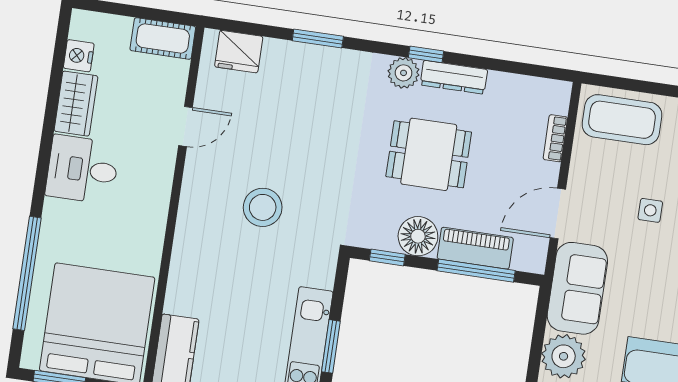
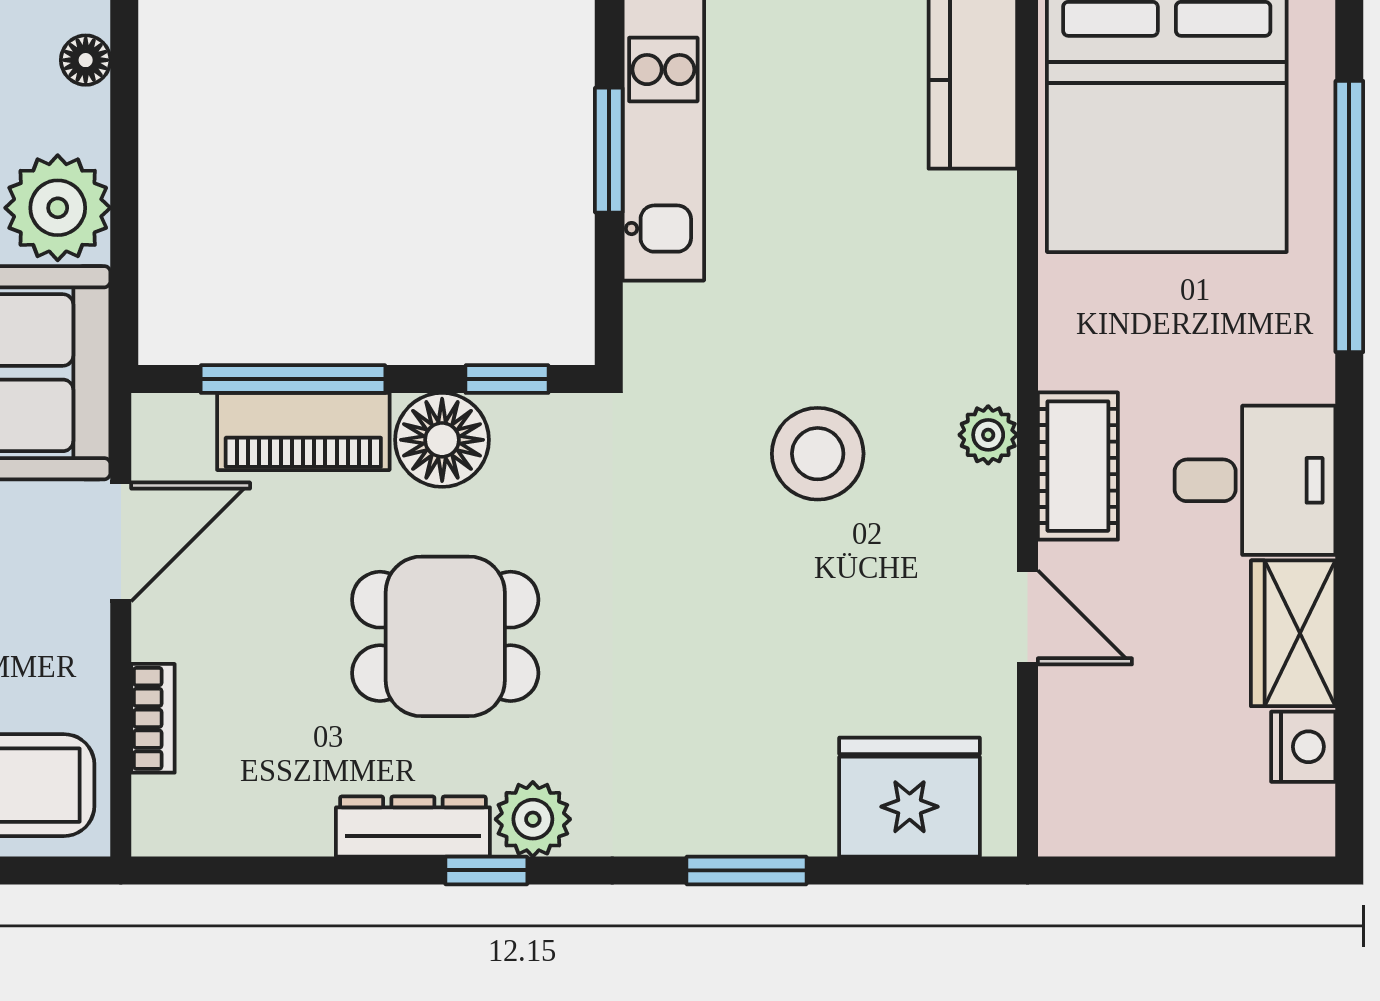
cot: (163, 38) -> (1078, 466), moved, turned 90
fridge: (239, 52) -> (910, 797), width x1.36, depth x1.34
door: (185, 126) -> (1027, 617), swing flipped
plant: (191, 205) -> (988, 435), added

